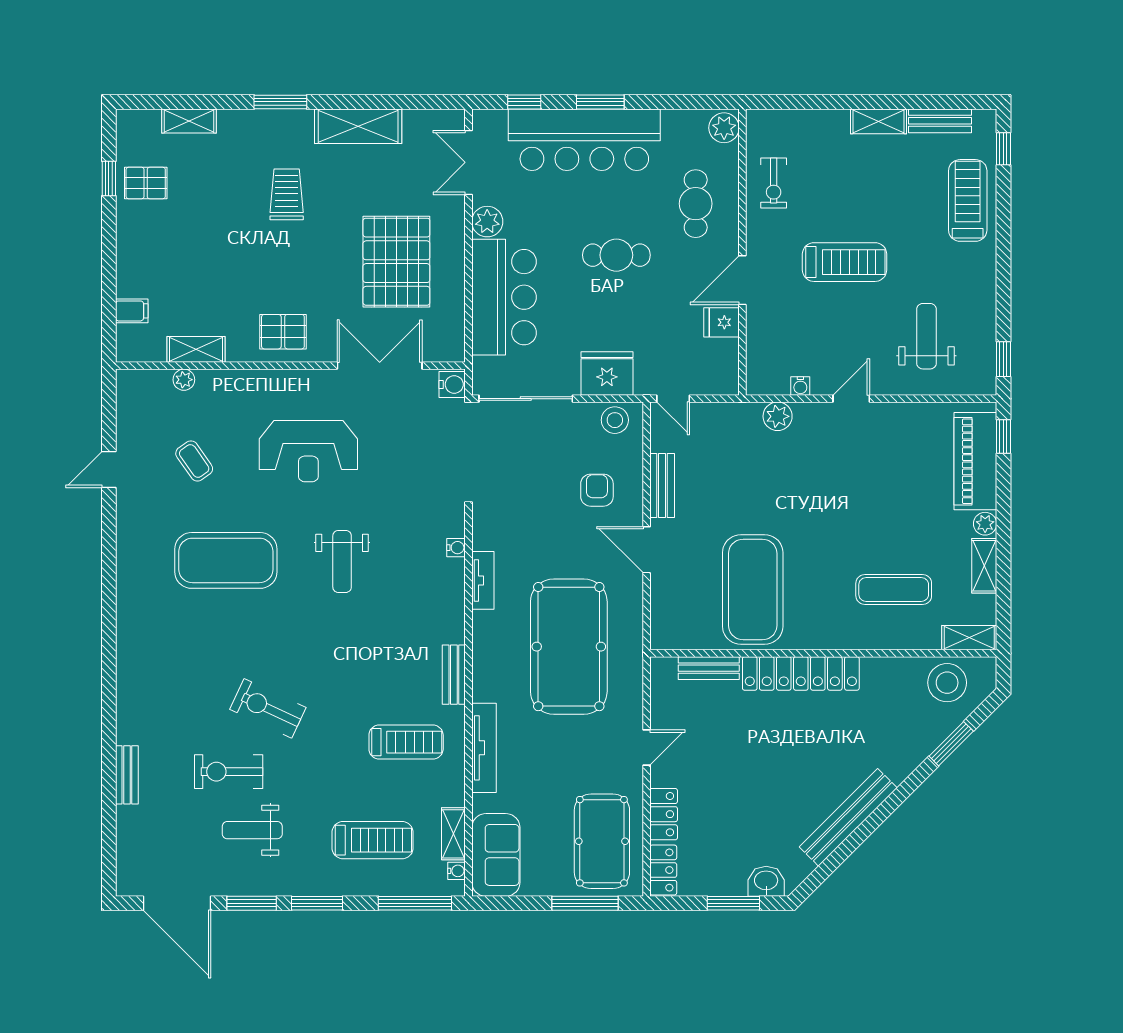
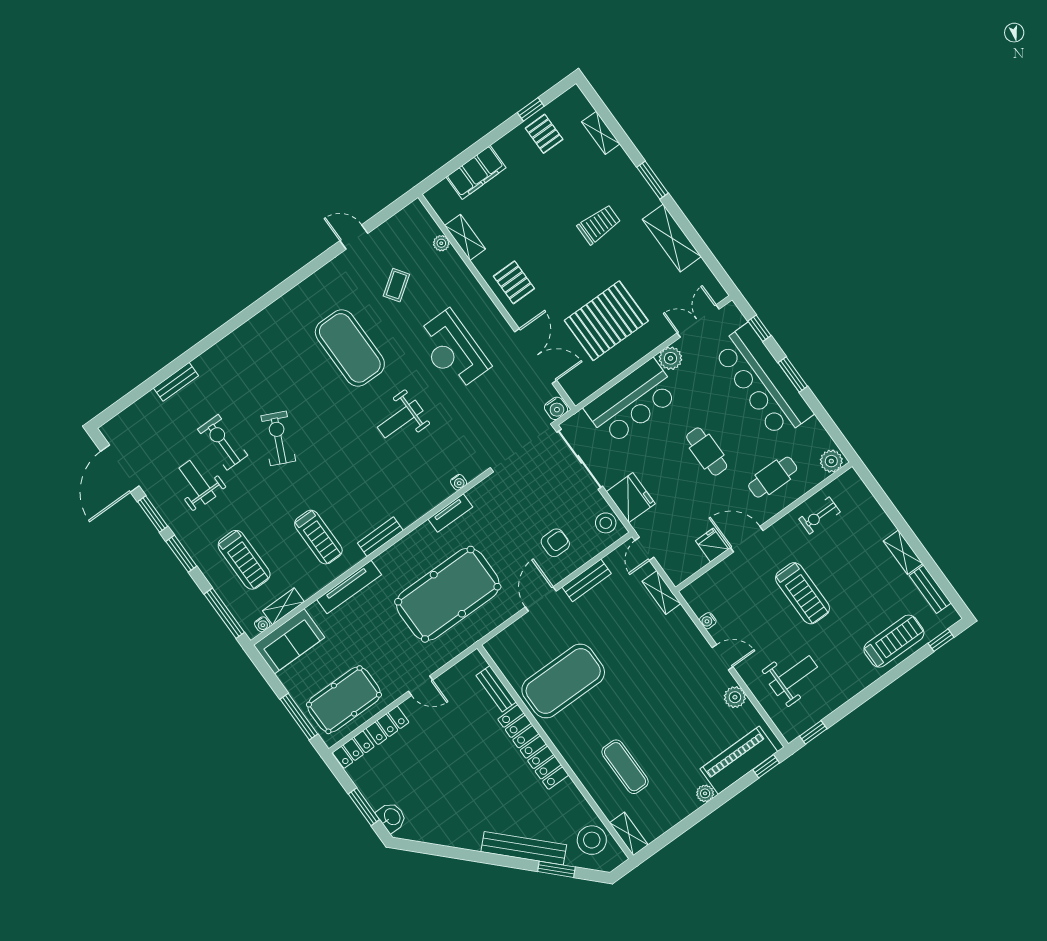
filing cabinet: (132, 311) -> (476, 172), width x3.00, depth x1.17
plant: (778, 416) -> (735, 697), moved
shelving: (984, 566) -> (661, 592), moved, turned 90
bench: (848, 817) -> (524, 848), moved

